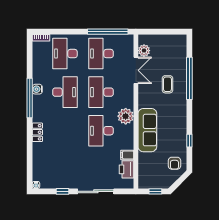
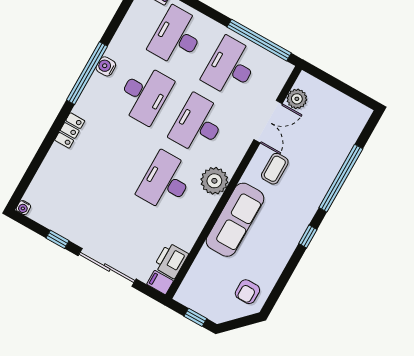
coffee table: (167, 84) -> (275, 169), moved
window: (189, 141) -> (308, 237), moved
filing cabinet: (127, 155) -> (160, 283), moved

